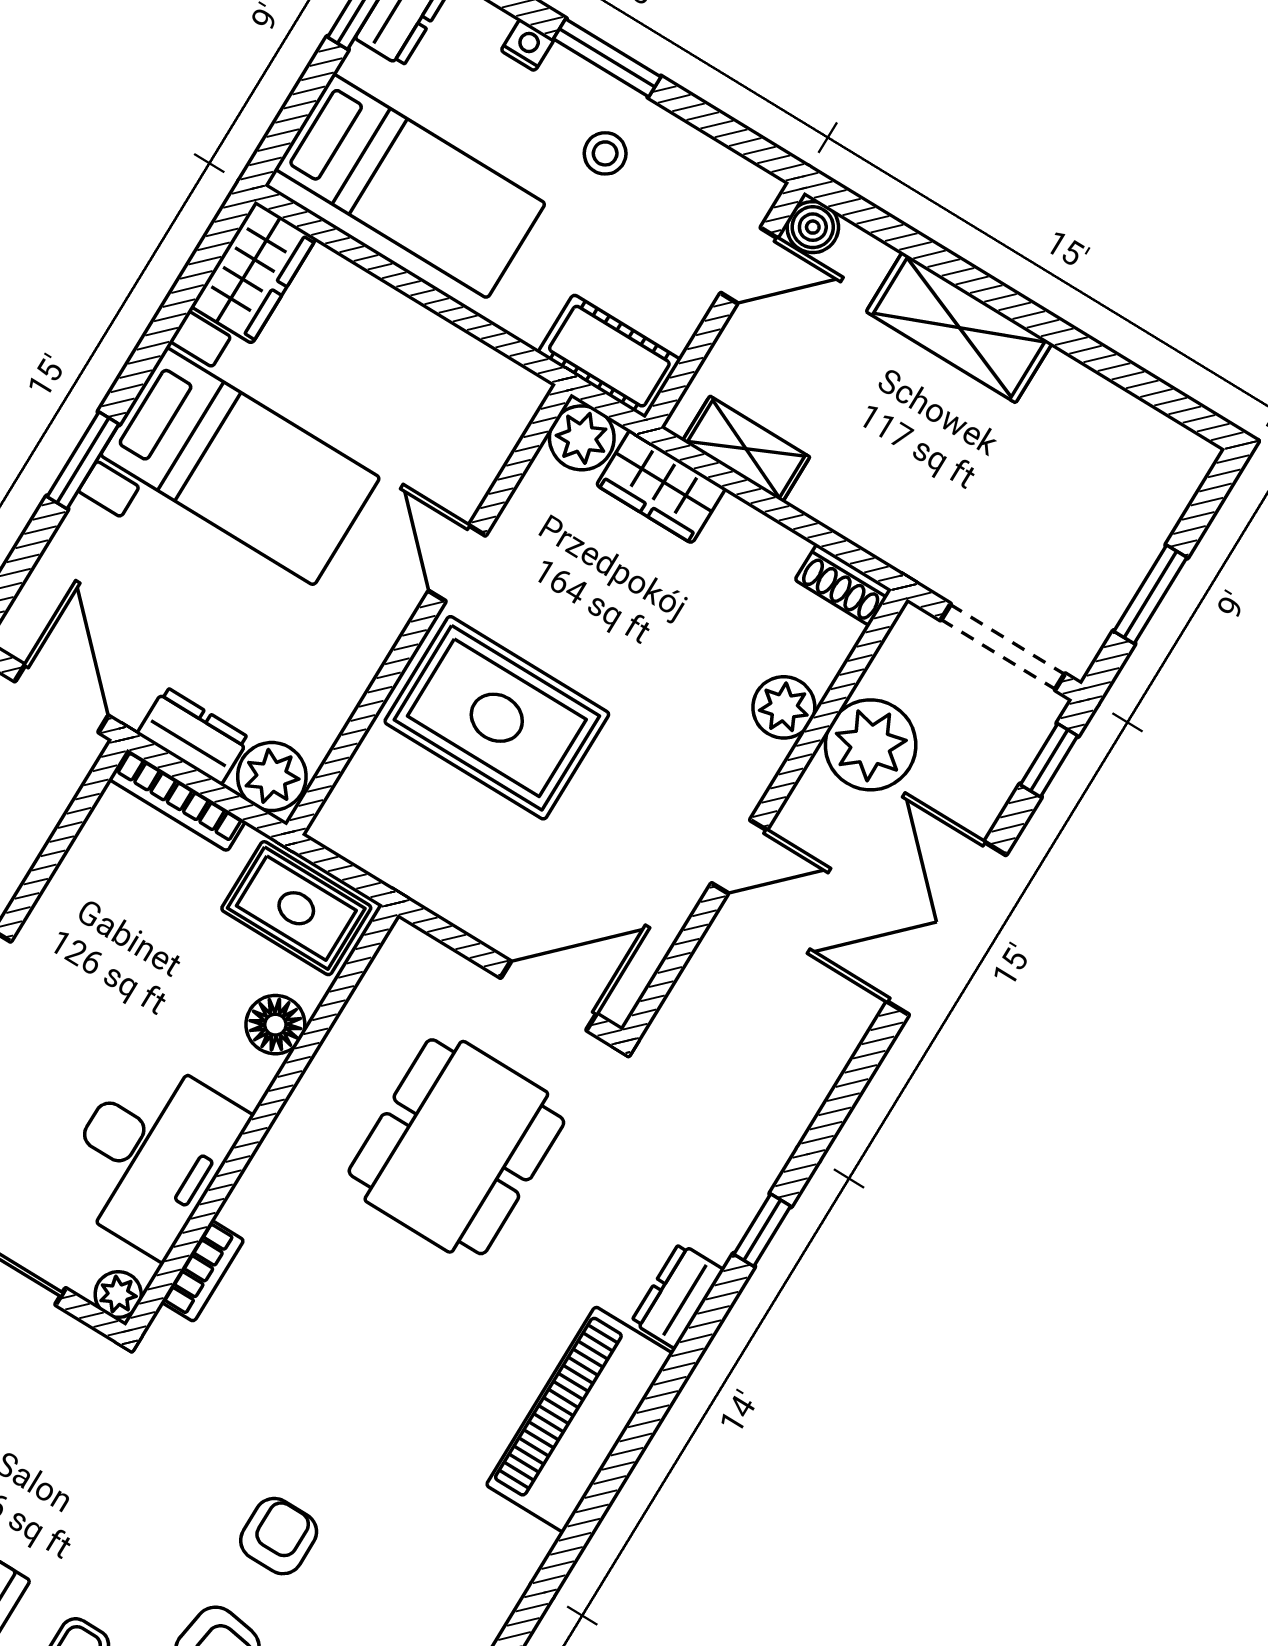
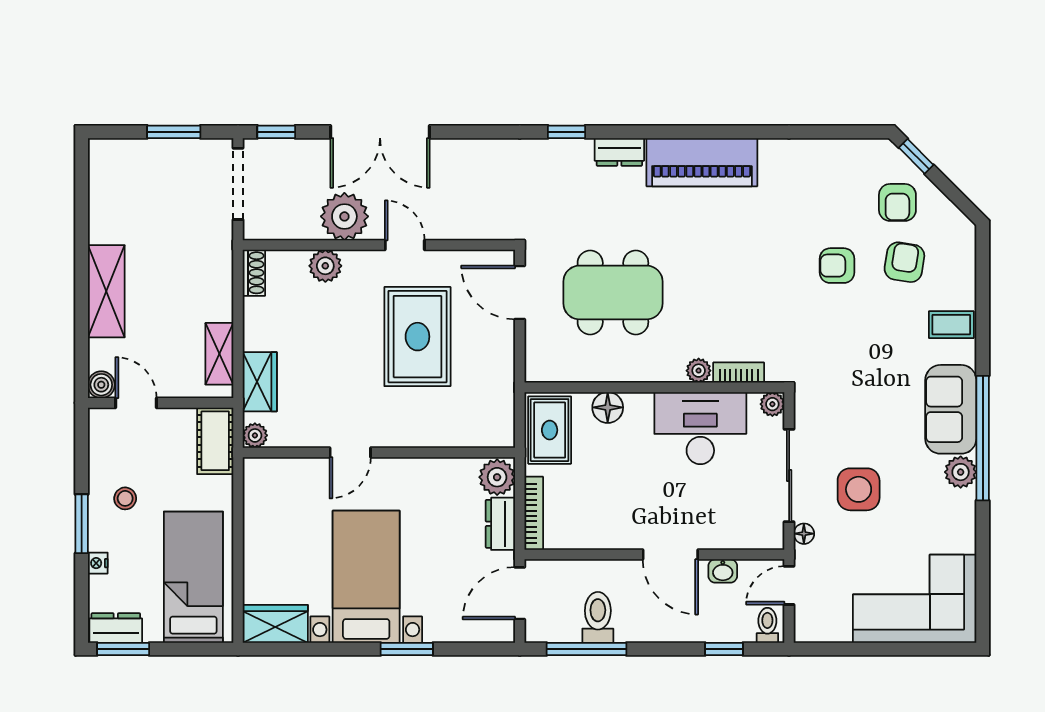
plant: (582, 438) -> (255, 435), width x0.73, depth x0.73
rug: (497, 718) -> (417, 337), moved
plant: (871, 745) -> (344, 216), moved
plant: (245, 1208) -> (699, 371), added

